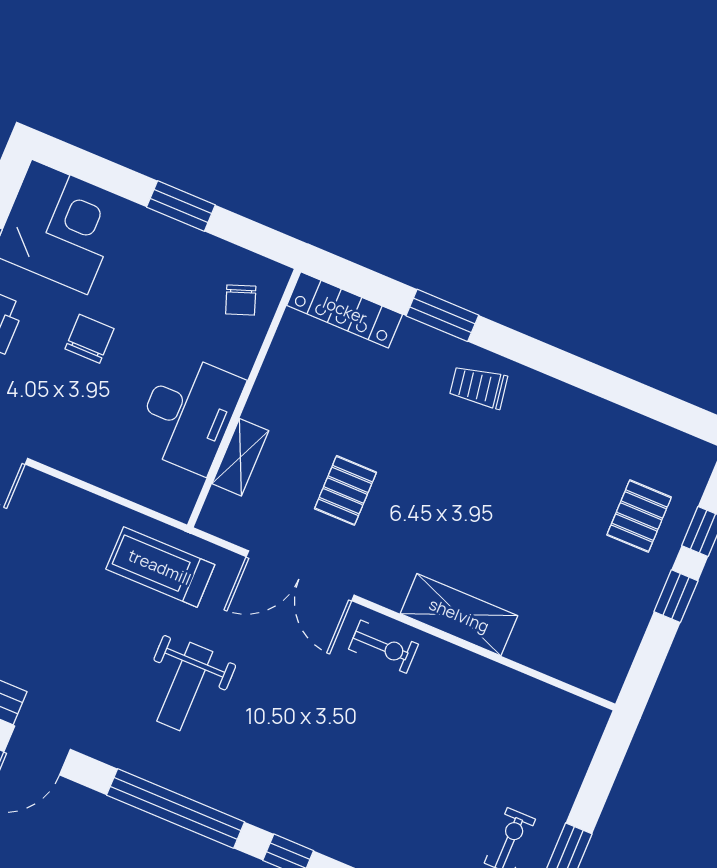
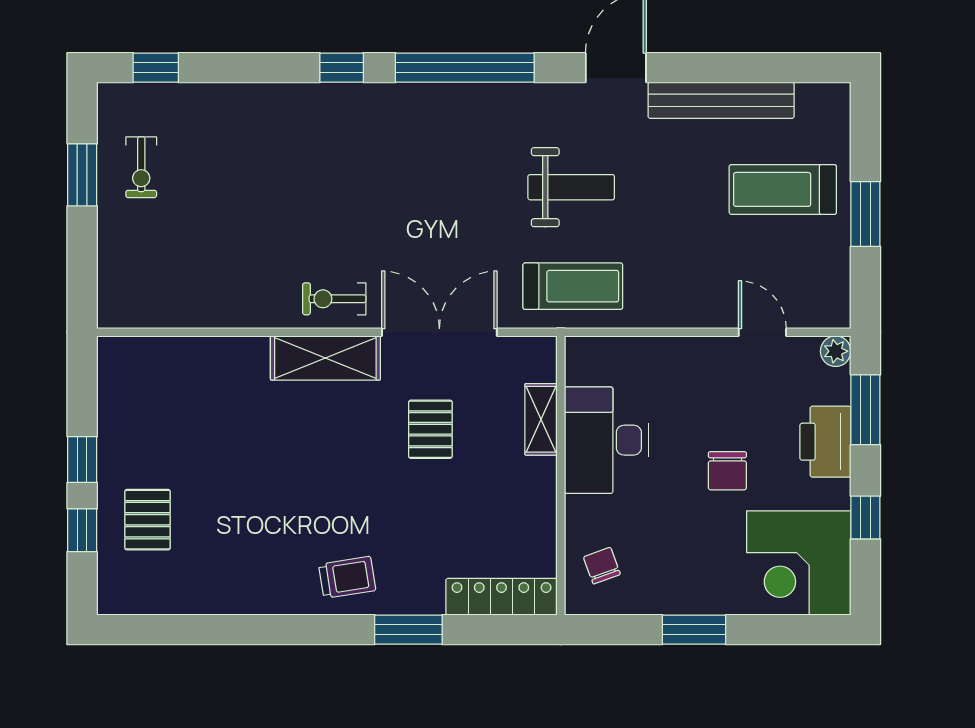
shelving: (459, 615) -> (325, 358), moved
weight bench: (185, 686) -> (571, 187), moved, turned 90

